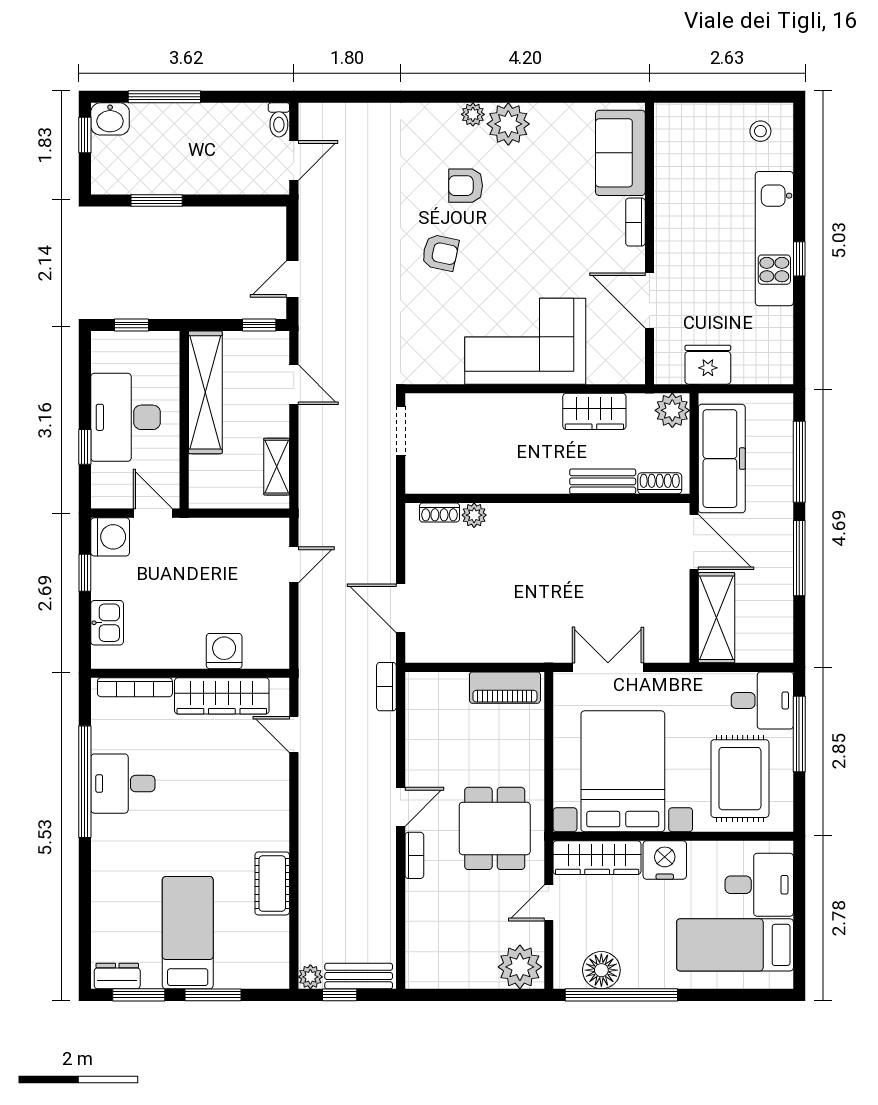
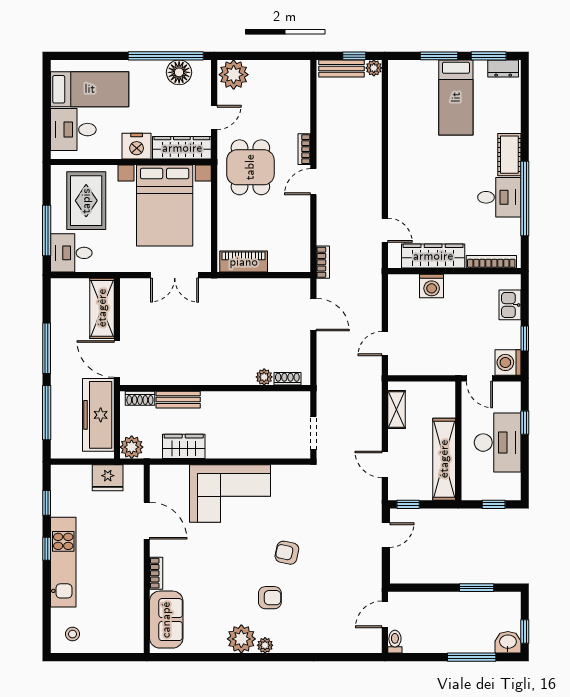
window: (799, 327) -> (47, 503), added
cot: (272, 883) -> (509, 155), moved

